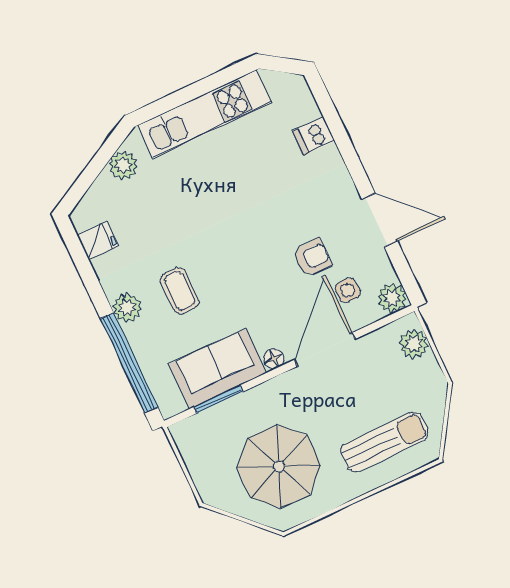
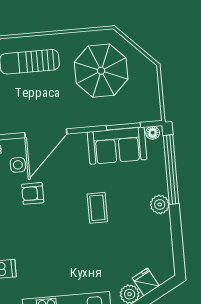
fridge: (97, 240) -> (146, 282), moved, turned 62
coffee table: (180, 291) -> (97, 208), moved
floor lamp: (274, 359) -> (153, 133), moved

